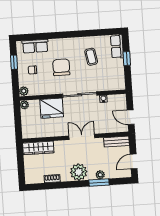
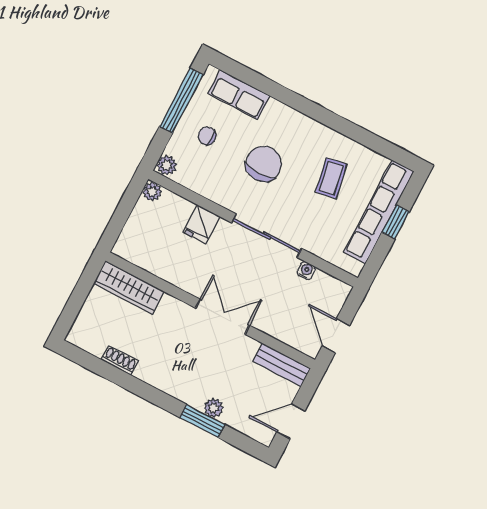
row of seats: (117, 46) -> (379, 212), width x2.02
window: (14, 62) -> (181, 100), width x2.17
fridge: (52, 108) -> (202, 224), width x0.53, depth x0.75
plant: (79, 172) -> (176, 378), removed

